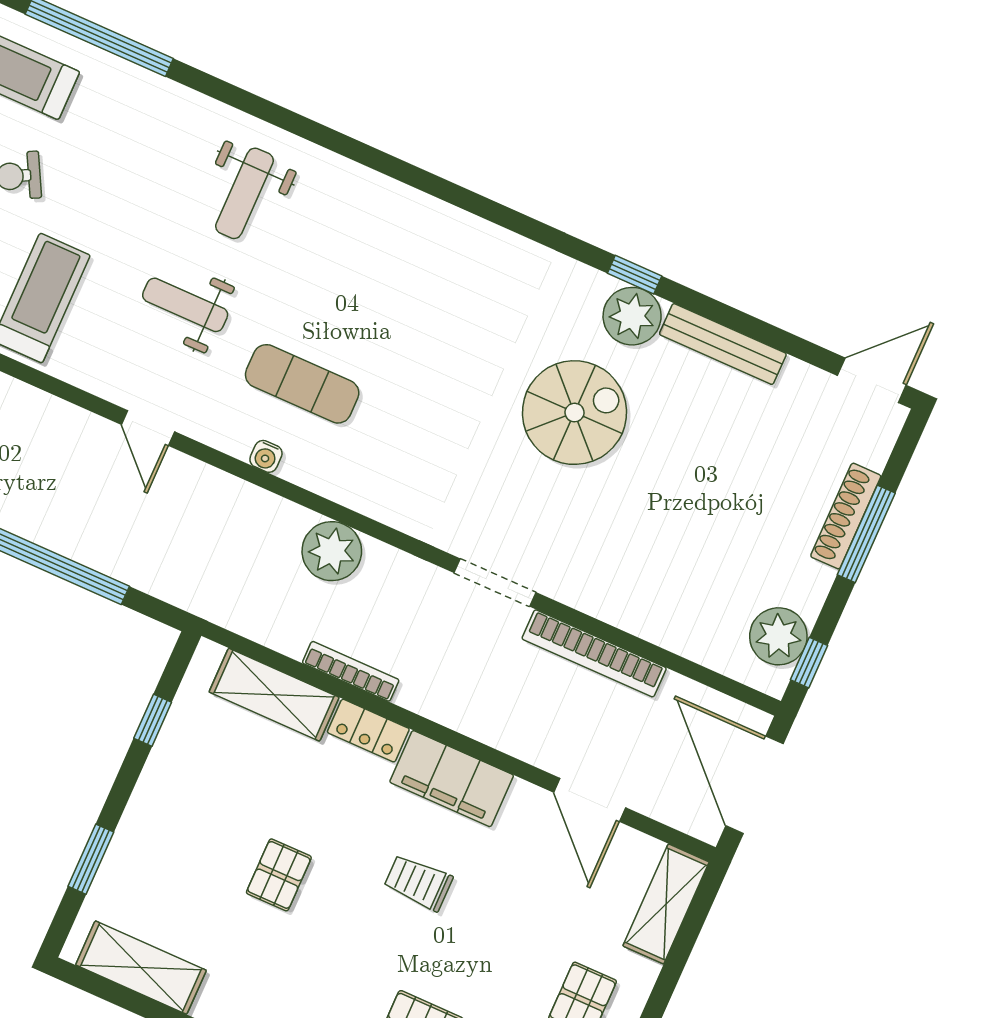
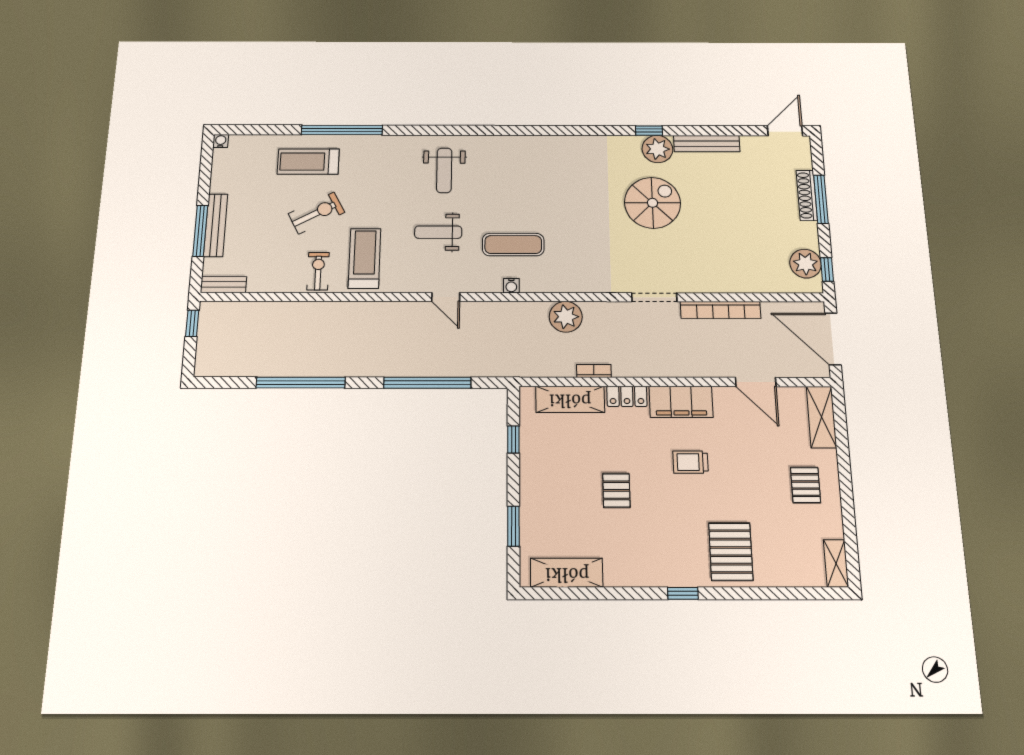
bookcase: (351, 671) -> (594, 371), width x0.64

